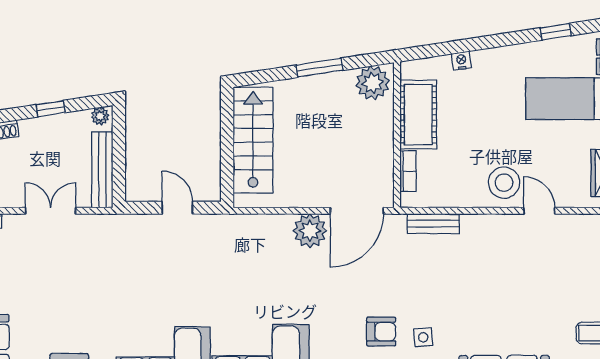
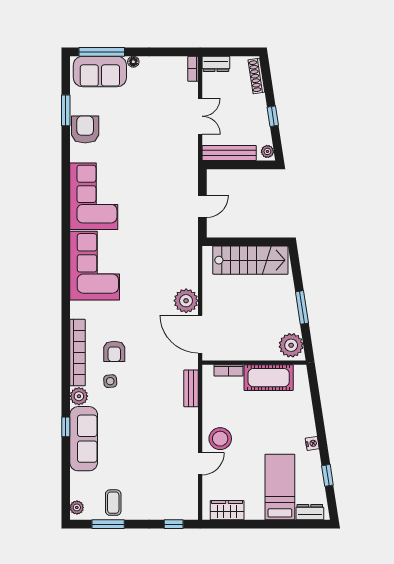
nightstand: (461, 61) -> (312, 443), moved

